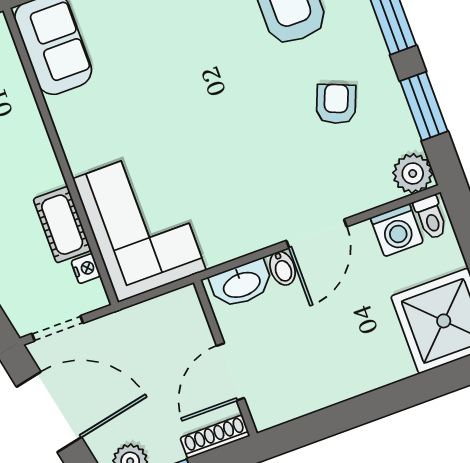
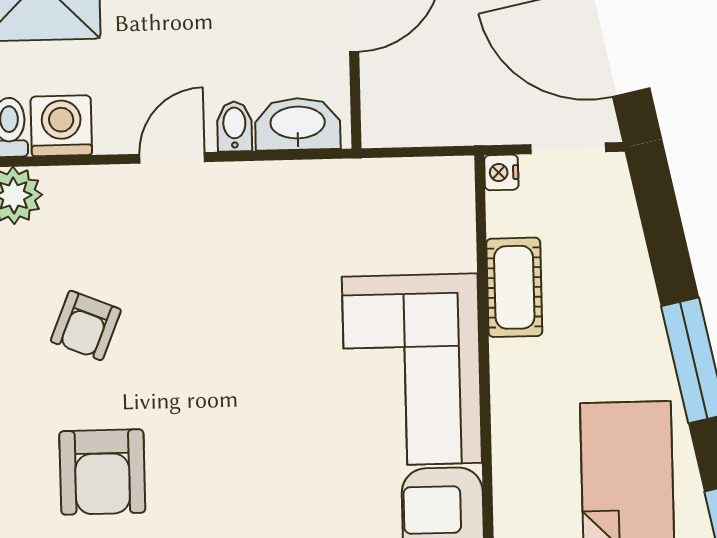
corner sofa: (139, 224) -> (412, 370), moved
door: (317, 234) -> (172, 158), width x0.73
nightstand: (86, 269) -> (501, 172), moved

